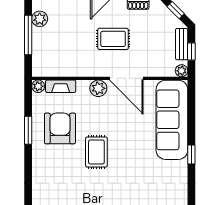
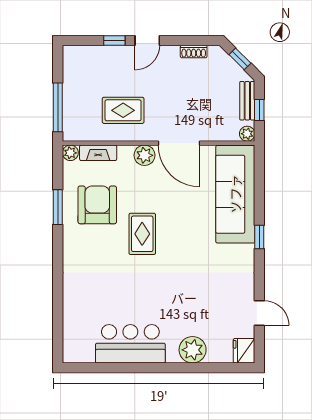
plant: (40, 19) -> (72, 70), removed
window: (28, 35) -> (58, 107), moved
rug: (113, 39) -> (123, 110), moved

